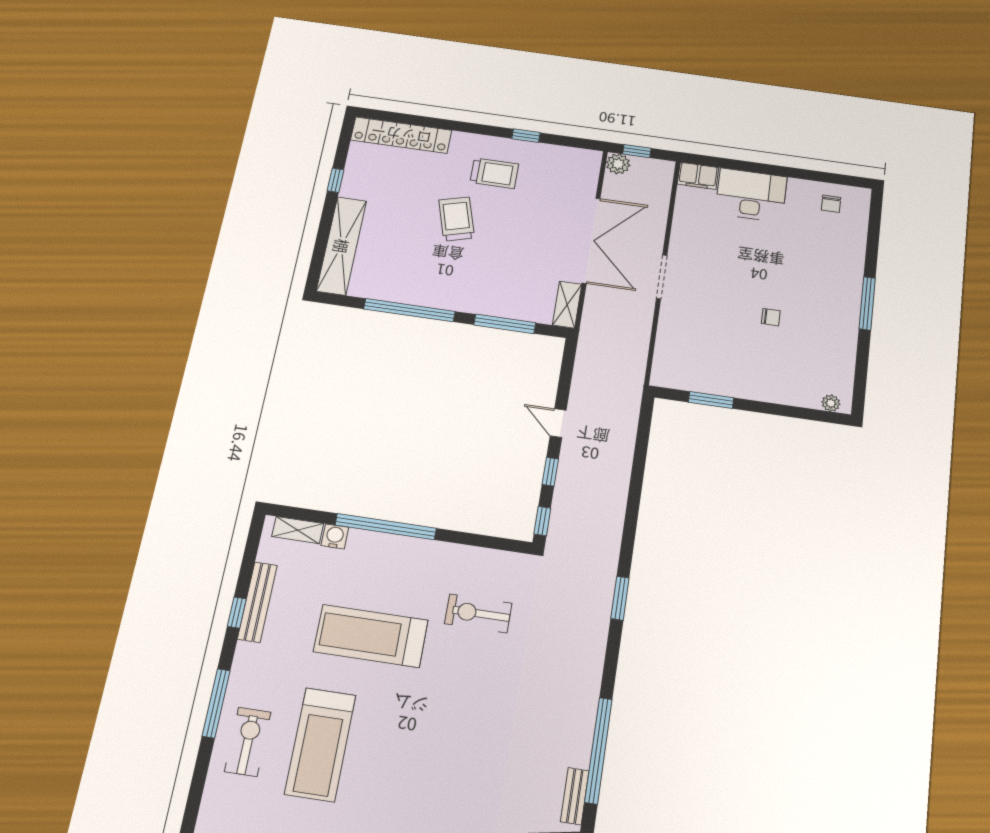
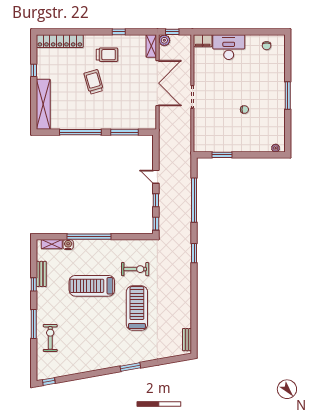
shelving: (567, 305) -> (151, 46), moved
bench: (257, 602) -> (41, 274), width x0.73
exercise bike: (478, 613) -> (135, 269), turned 180
treadmill: (320, 744) -> (137, 308), moved, turned 180
window: (598, 751) -> (194, 200), moved

